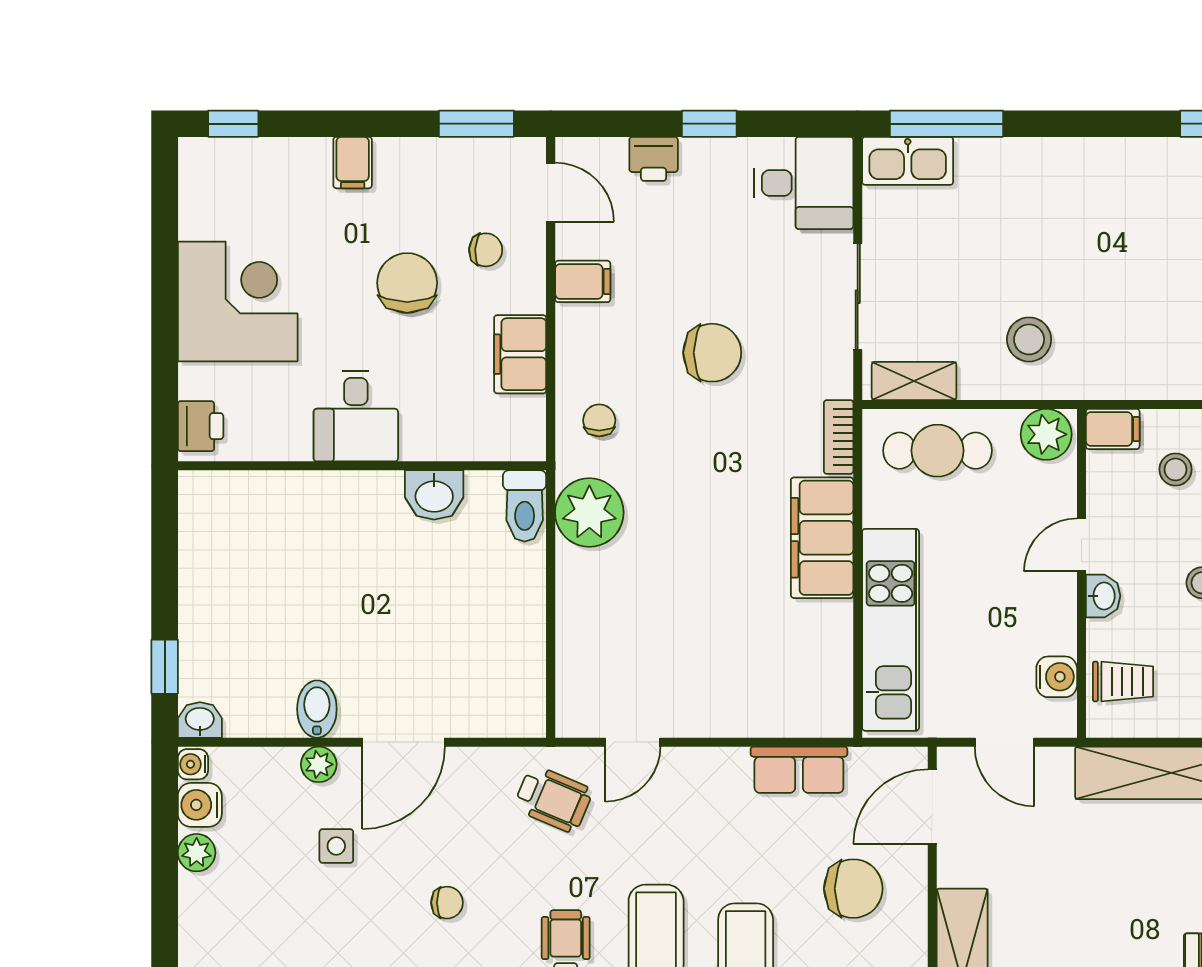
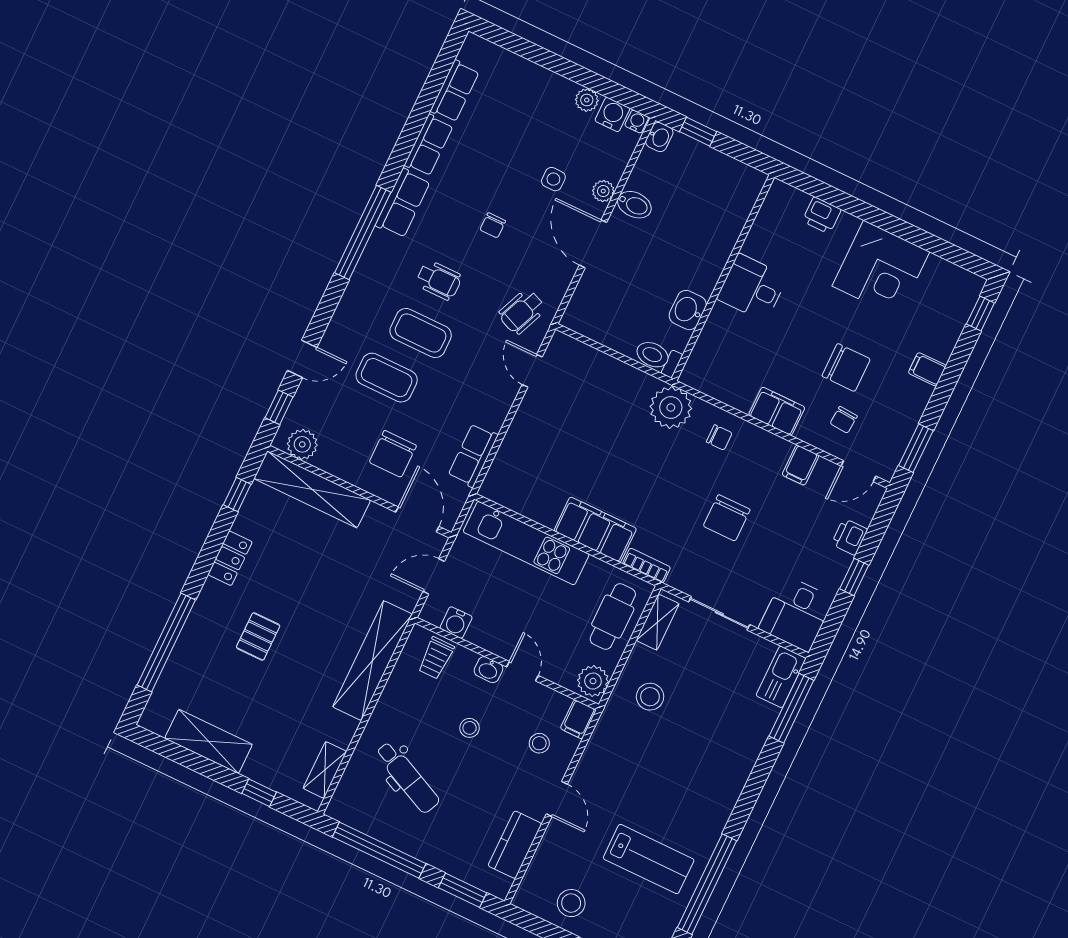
desk: (356, 416) -> (752, 288), moved
wall: (362, 466) -> (723, 278), moved
washbasin: (434, 495) -> (688, 310), moved
toilet: (525, 506) -> (658, 357), moved

